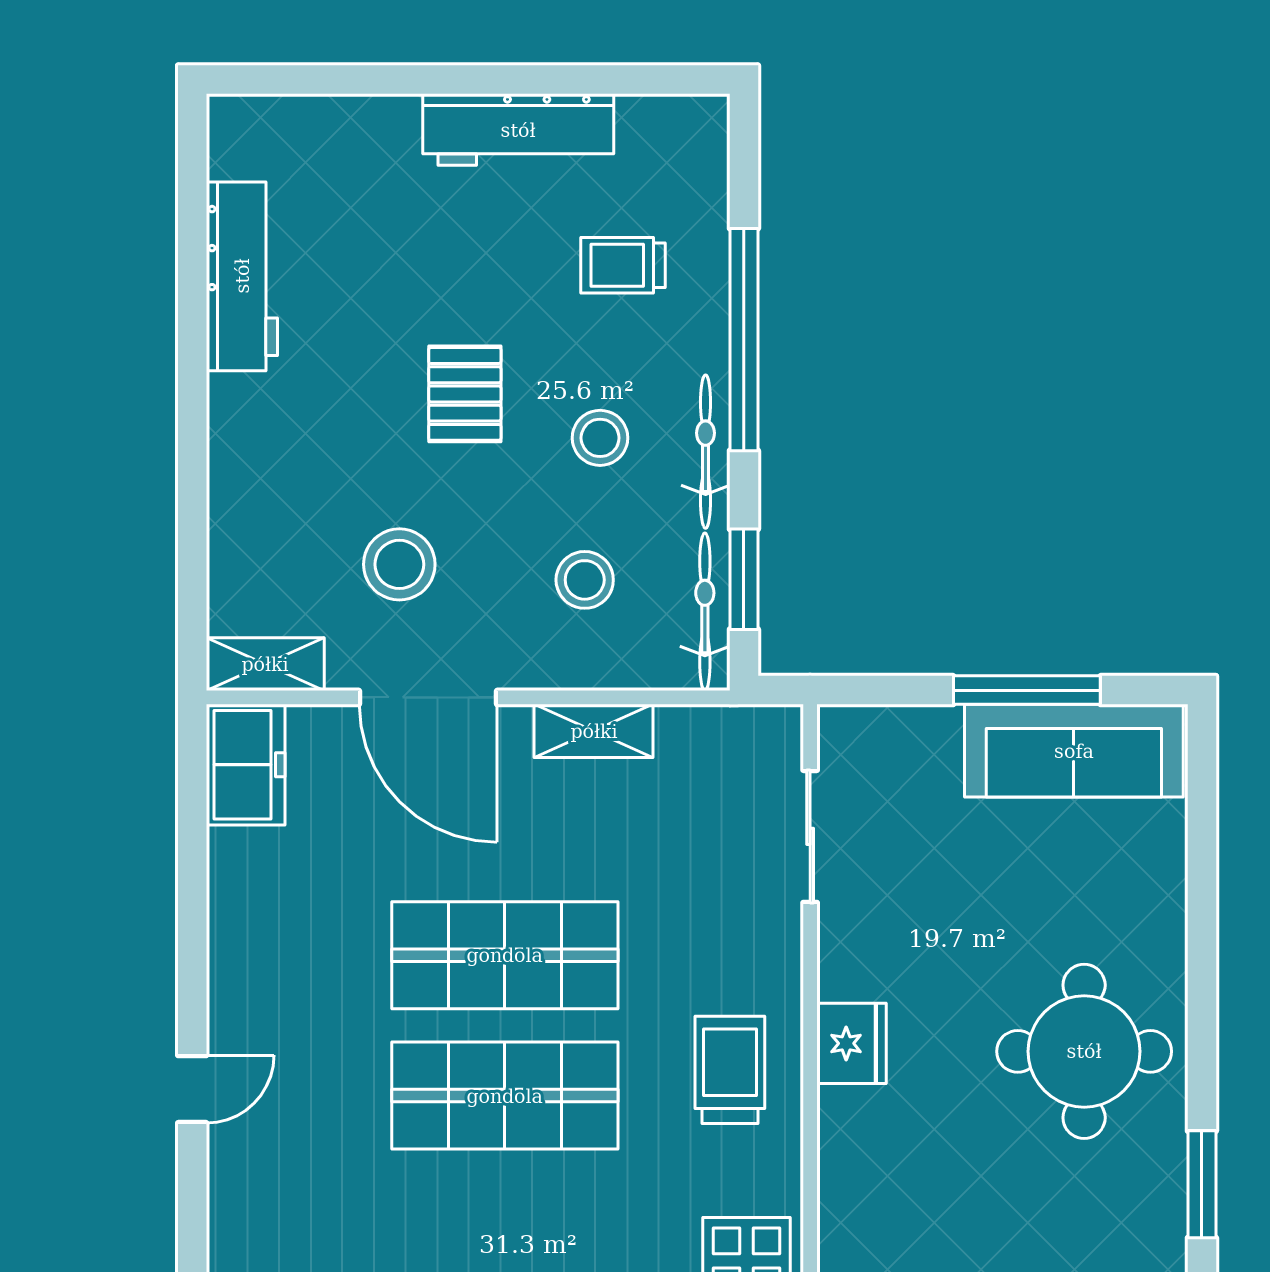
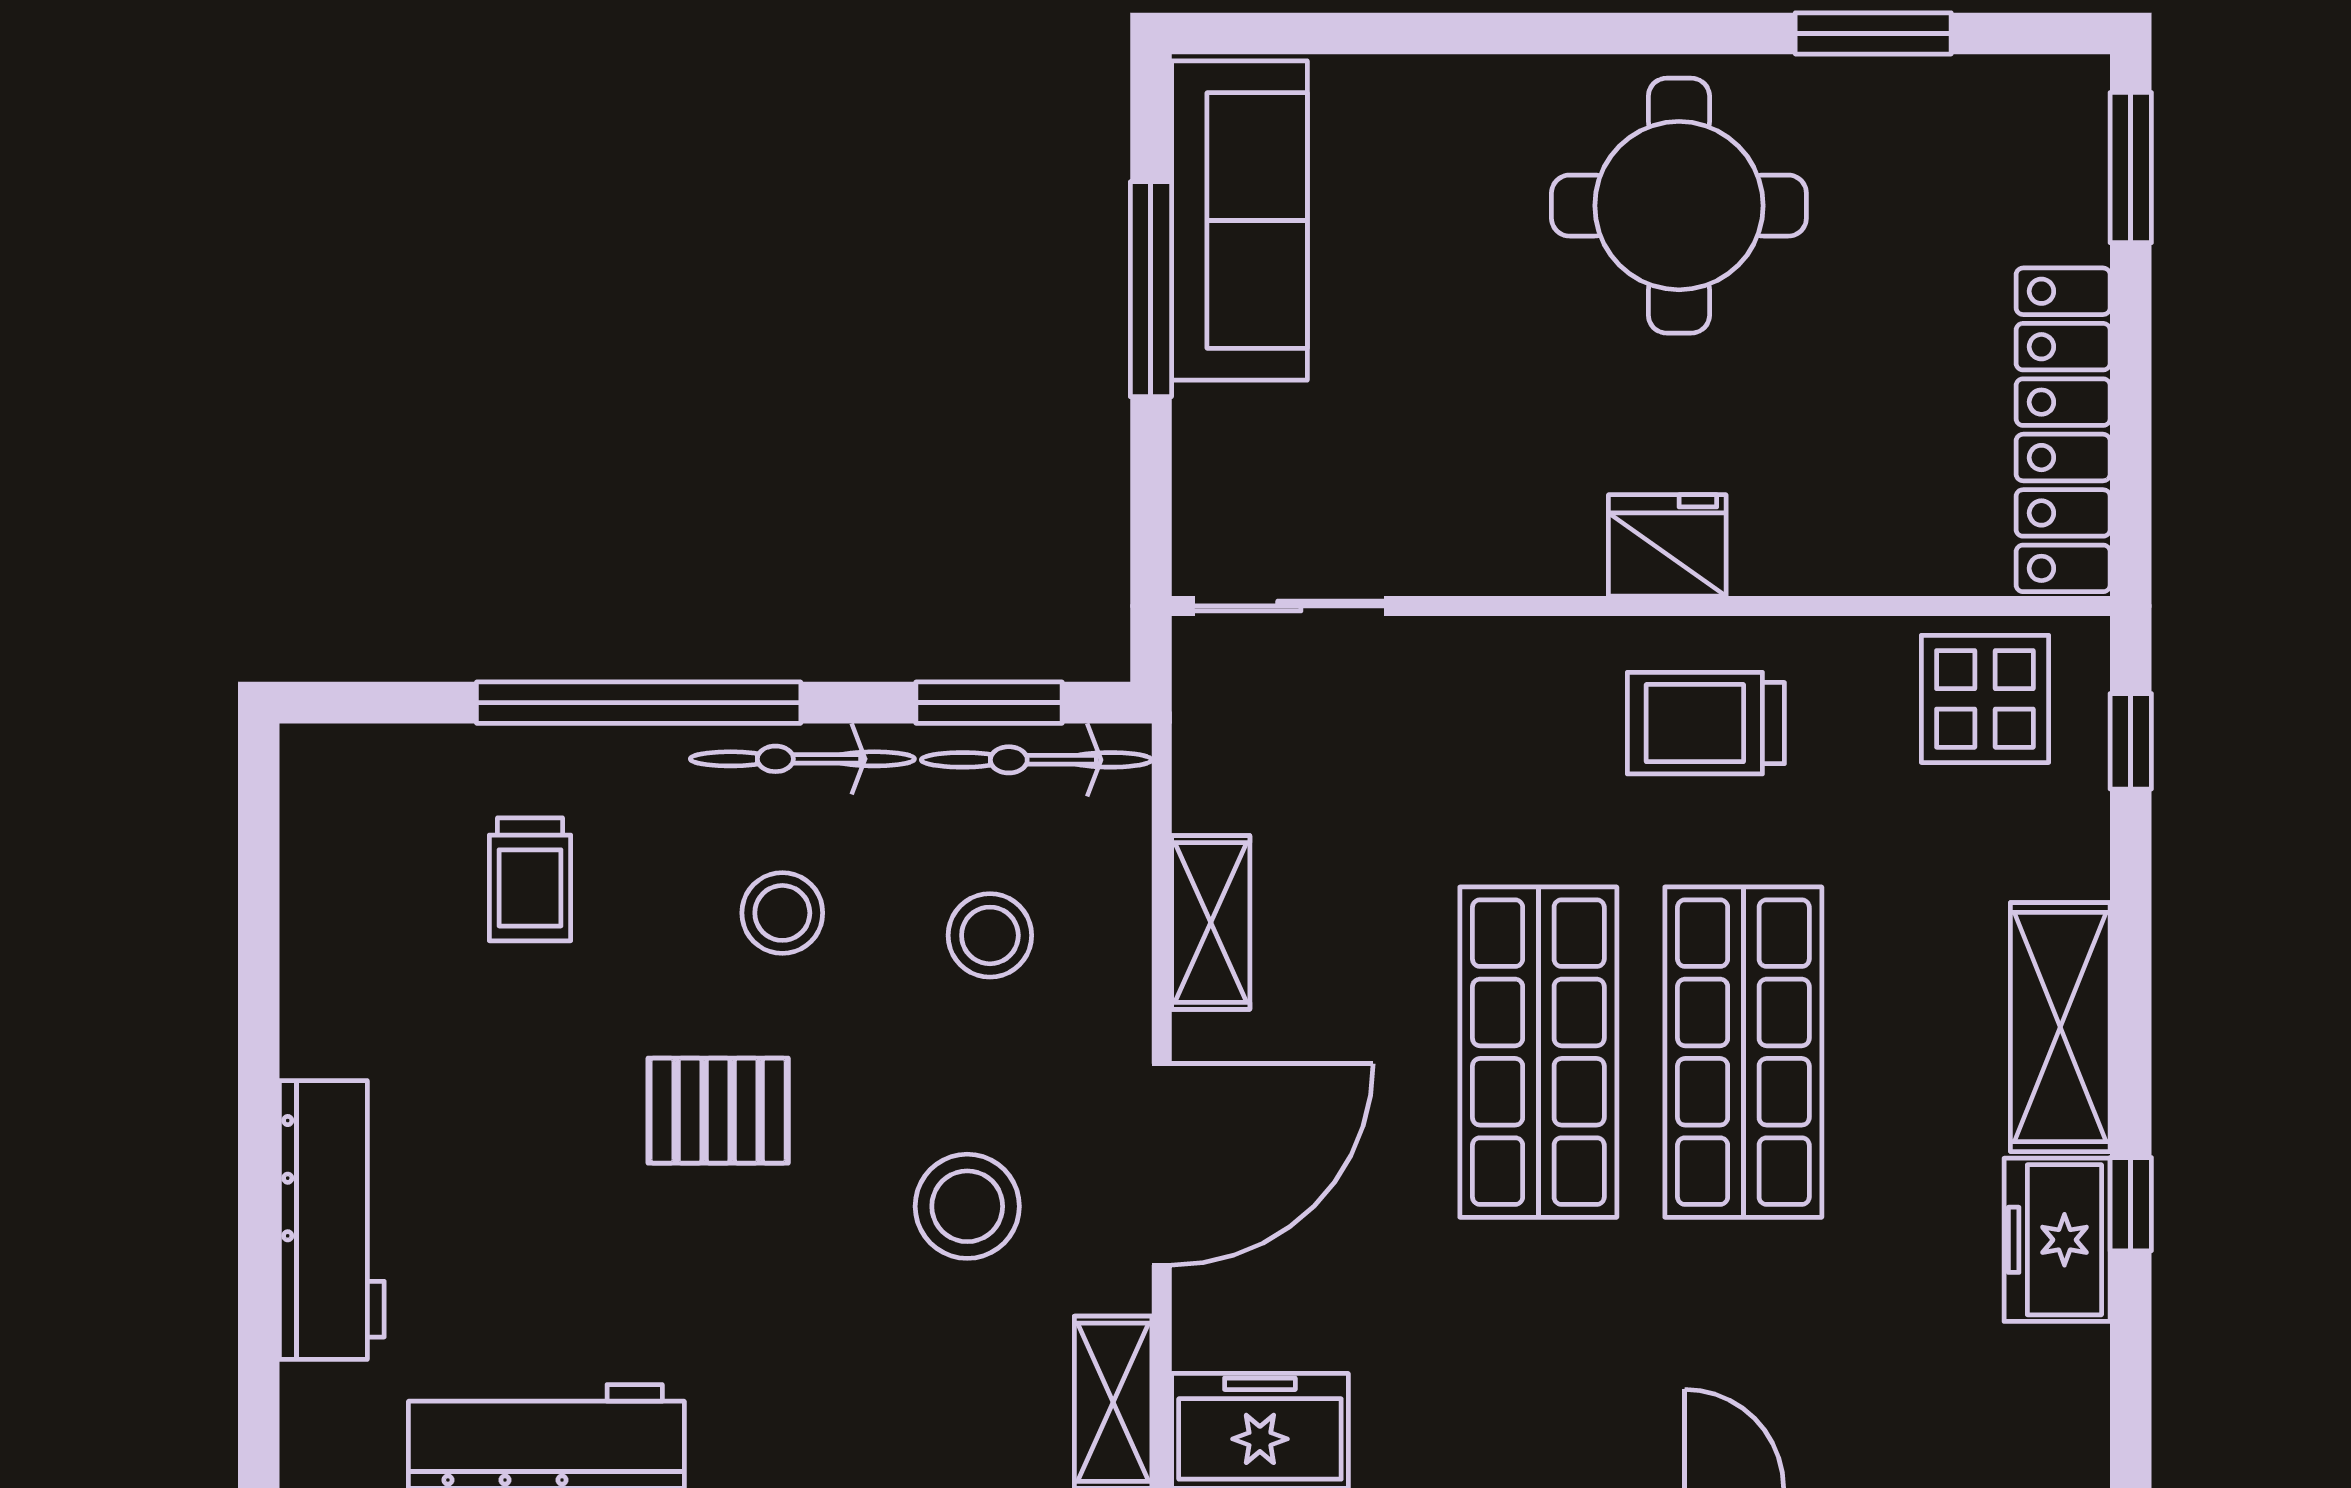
workbench: (518, 130) -> (332, 1220), moved
sliding door: (810, 836) -> (1289, 606), moved

